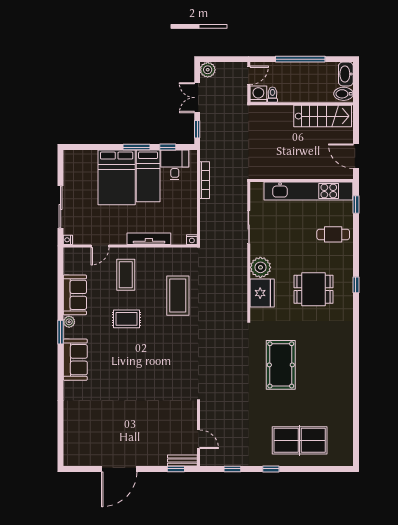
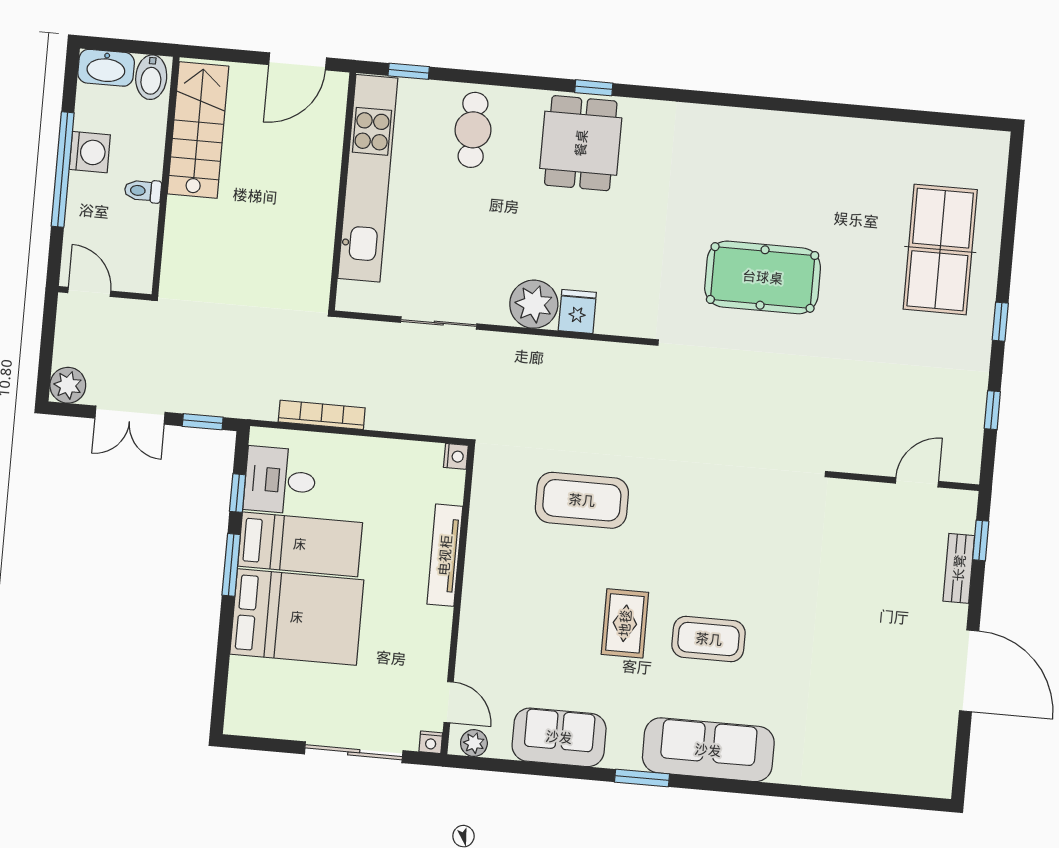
washing machine: (258, 94) -> (90, 152), moved, turned 180
toilet: (272, 95) -> (143, 191), moved
door: (100, 246) -> (449, 702), moved
coffee table: (126, 275) -> (709, 639), moved
dining table: (313, 289) -> (581, 143), moved
fridge: (262, 293) -> (577, 311), width x0.53, depth x0.75
plant: (69, 322) -> (474, 743), moved
sofa: (75, 360) -> (708, 750), width x1.36
bench: (182, 461) -> (959, 568), moved

